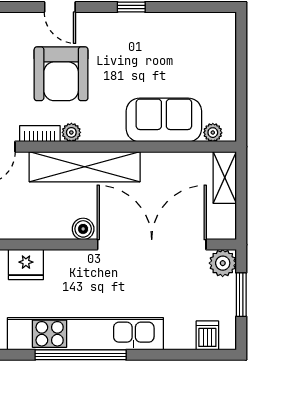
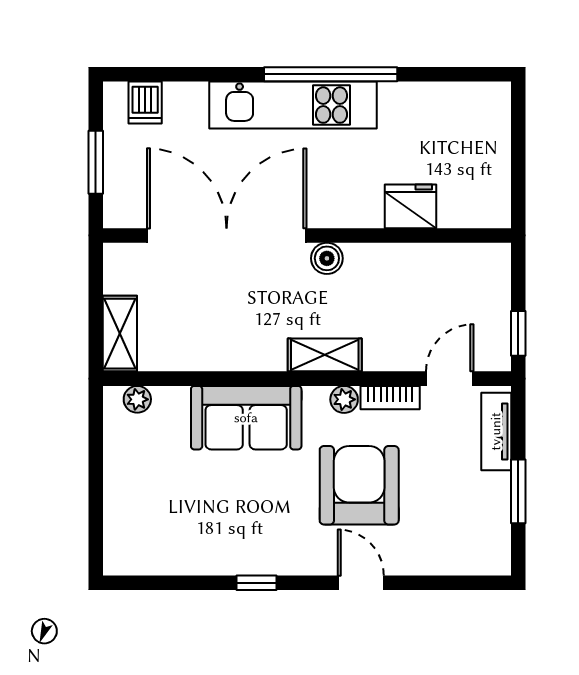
sofa: (164, 120) -> (246, 418), moved
shelving: (85, 167) -> (325, 355), width x0.45, depth x0.75
double door: (152, 245) -> (227, 235), swing flipped
plant: (223, 263) -> (123, 208), removed
kitchen unit: (85, 334) -> (293, 105), width x0.73

